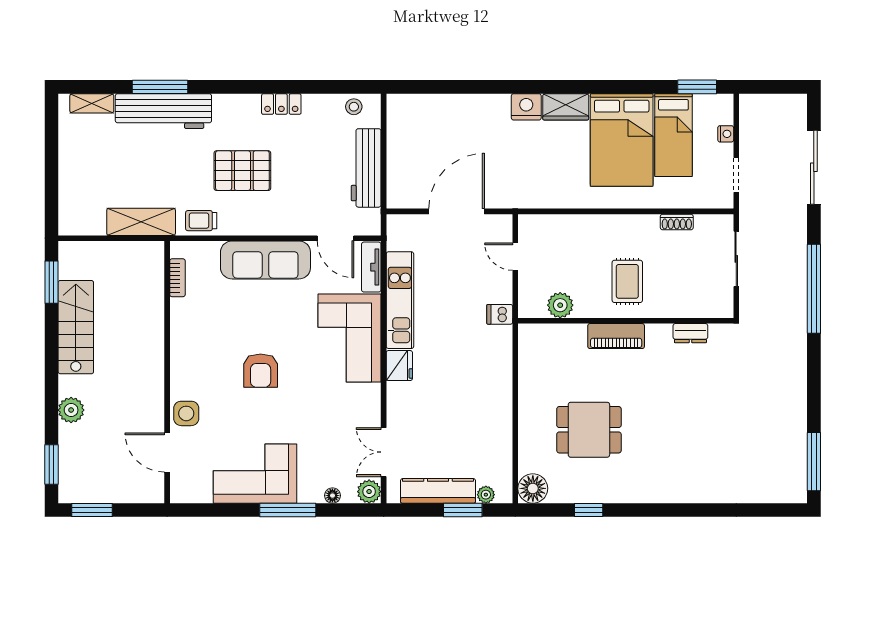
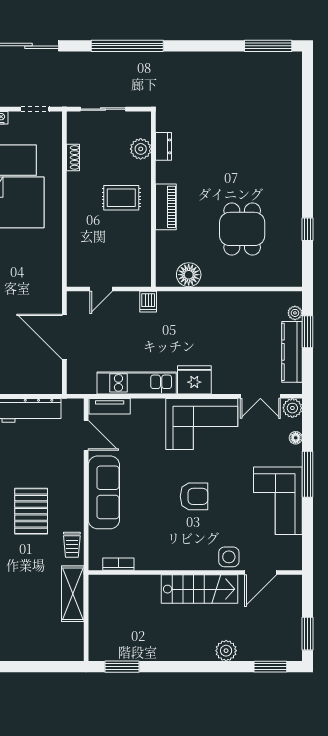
door: (335, 238) -> (86, 435), hinge flipped
plant: (560, 305) -> (141, 149), moved
stairs: (76, 327) -> (200, 589), moved, turned 180
corner sofa: (349, 338) -> (202, 424), moved
fridge: (399, 366) -> (194, 380), width x1.36, depth x1.34
floor lamp: (533, 488) -> (189, 275), moved

